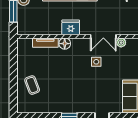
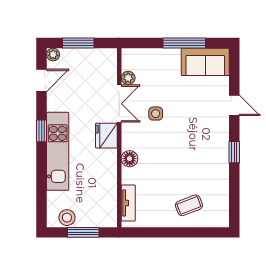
fridge: (71, 27) -> (106, 136), moved
tv unit: (45, 43) -> (128, 203), moved

